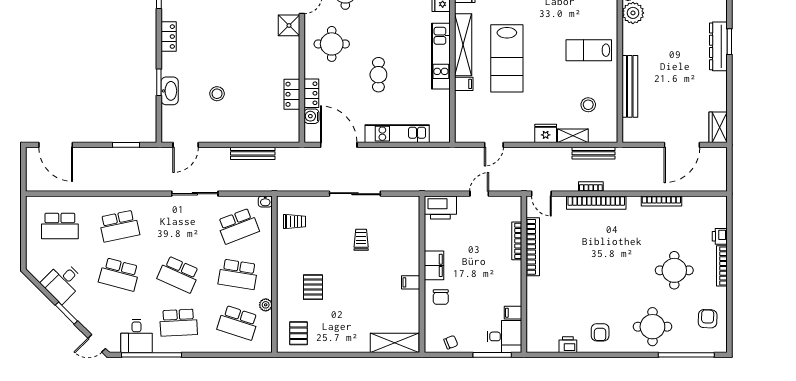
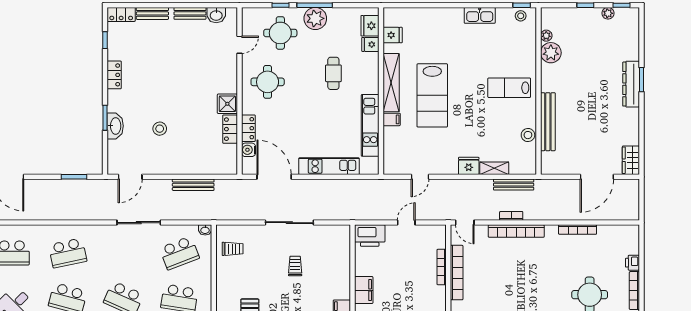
shower: (289, 25) -> (227, 104), moved
kitchen unit: (441, 56) -> (370, 125), moved
cafe table: (378, 75) -> (333, 73), moved
stool: (588, 105) -> (528, 135), moved

